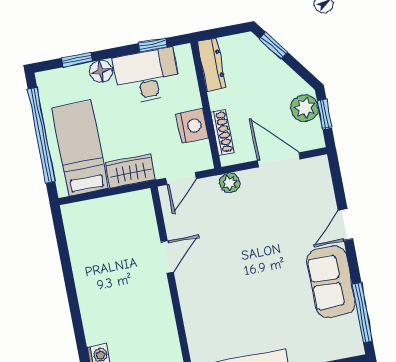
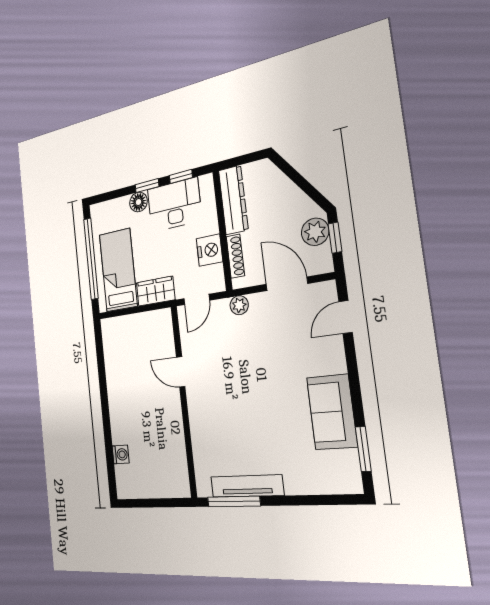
window: (273, 45) -> (288, 170), removed
window: (77, 60) -> (147, 186), moved
dresser: (212, 65) -> (233, 200), width x1.37, depth x1.24
door: (346, 225) -> (346, 317), moved
door: (167, 257) -> (181, 372), swing flipped
window: (362, 313) -> (363, 449), width x0.69

